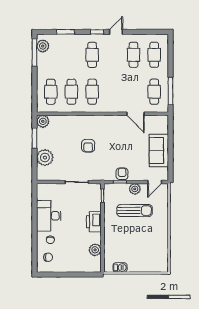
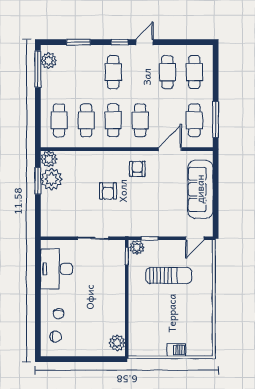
cafe table: (113, 92) -> (140, 120), added
door: (135, 114) -> (170, 149), swing flipped
sofa: (159, 150) -> (200, 189), width x1.36
plant: (45, 158) -> (52, 179), moved
armchair: (122, 174) -> (137, 169), moved
plant: (135, 189) -> (137, 247), moved
desk: (49, 216) -> (56, 269), moved
printer: (94, 222) -> (115, 290), removed
plant: (95, 250) -> (117, 343), moved
barbecue: (120, 267) -> (176, 350), moved

